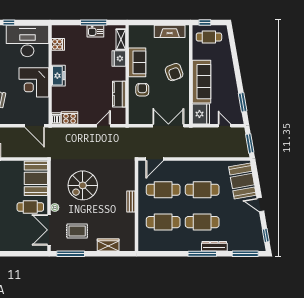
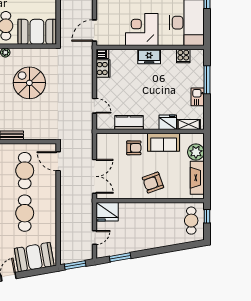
window: (94, 23) -> (207, 80), moved
plant: (146, 33) -> (196, 152), added
sofa: (201, 82) -> (143, 212), removed

